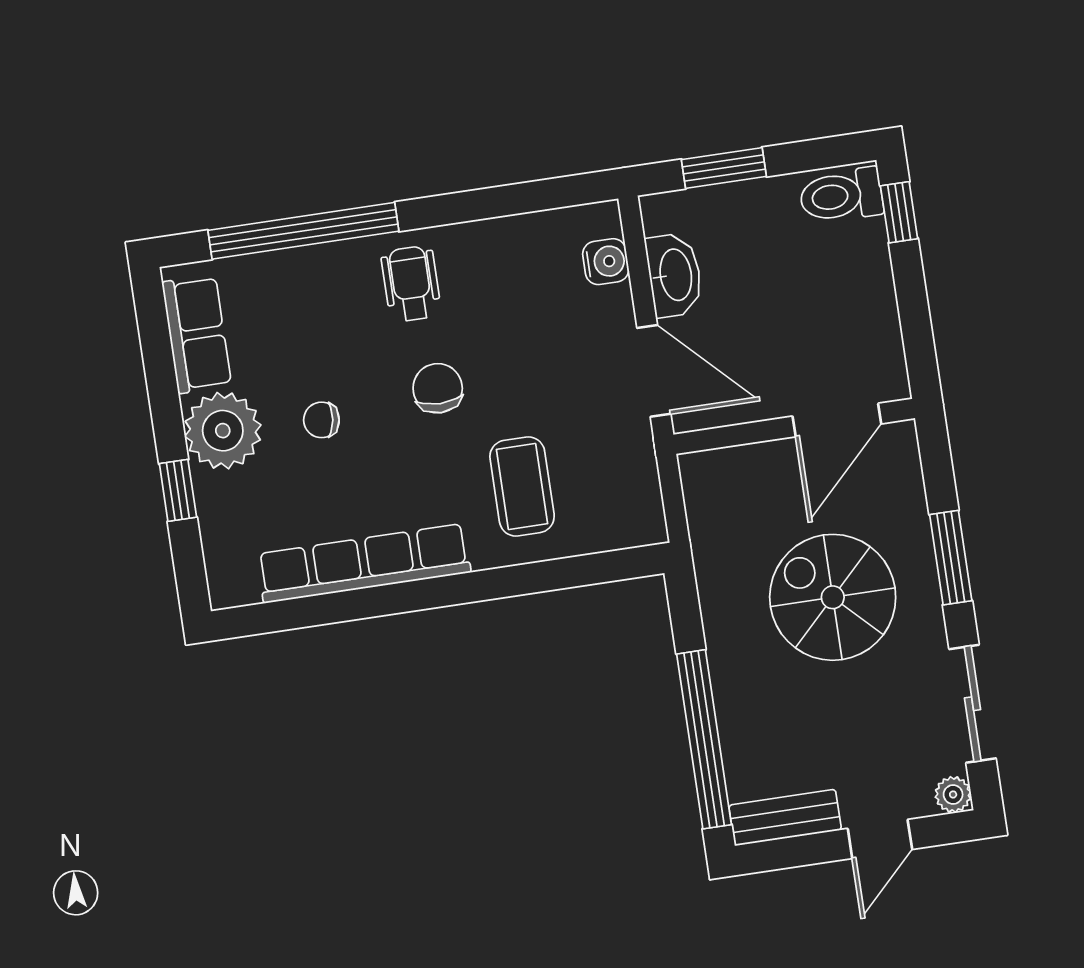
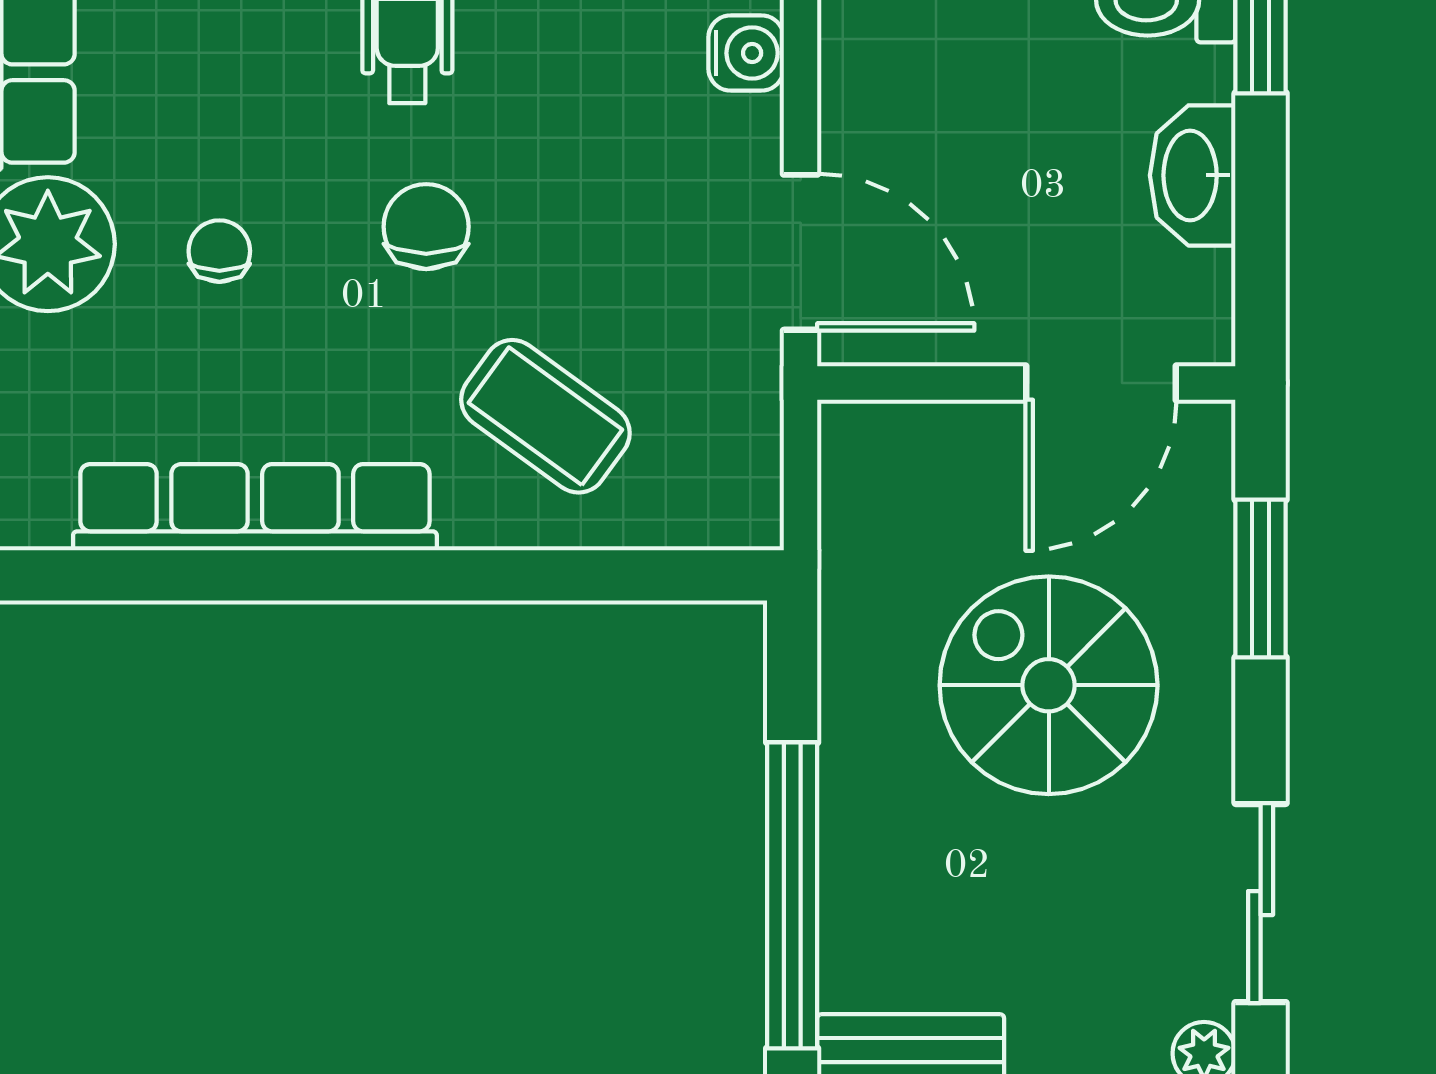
washbasin: (674, 275) -> (1193, 175), moved, turned 180
chair: (321, 420) -> (219, 251), turned 82
coffee table: (522, 486) -> (545, 416), turned -54
window: (951, 558) -> (1261, 579), moved

